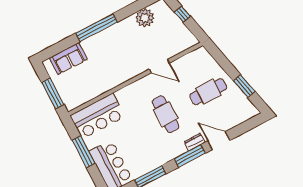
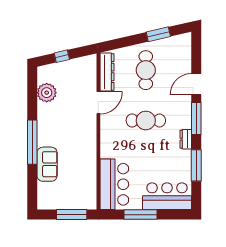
sofa: (68, 59) -> (47, 164), moved
dresser: (189, 60) -> (107, 72), added
dresser: (195, 142) -> (186, 139), moved

